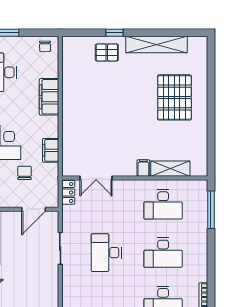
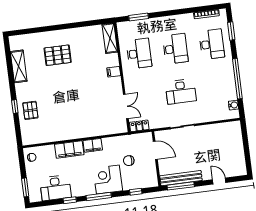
shelving: (157, 45) -> (19, 66), width x0.68
pallet: (174, 97) -> (58, 55), width x0.73, depth x0.71
filing cabinet: (51, 150) -> (93, 145), moved
shelving: (170, 169) -> (110, 38), moved
window: (211, 210) -> (139, 17), width x0.69

